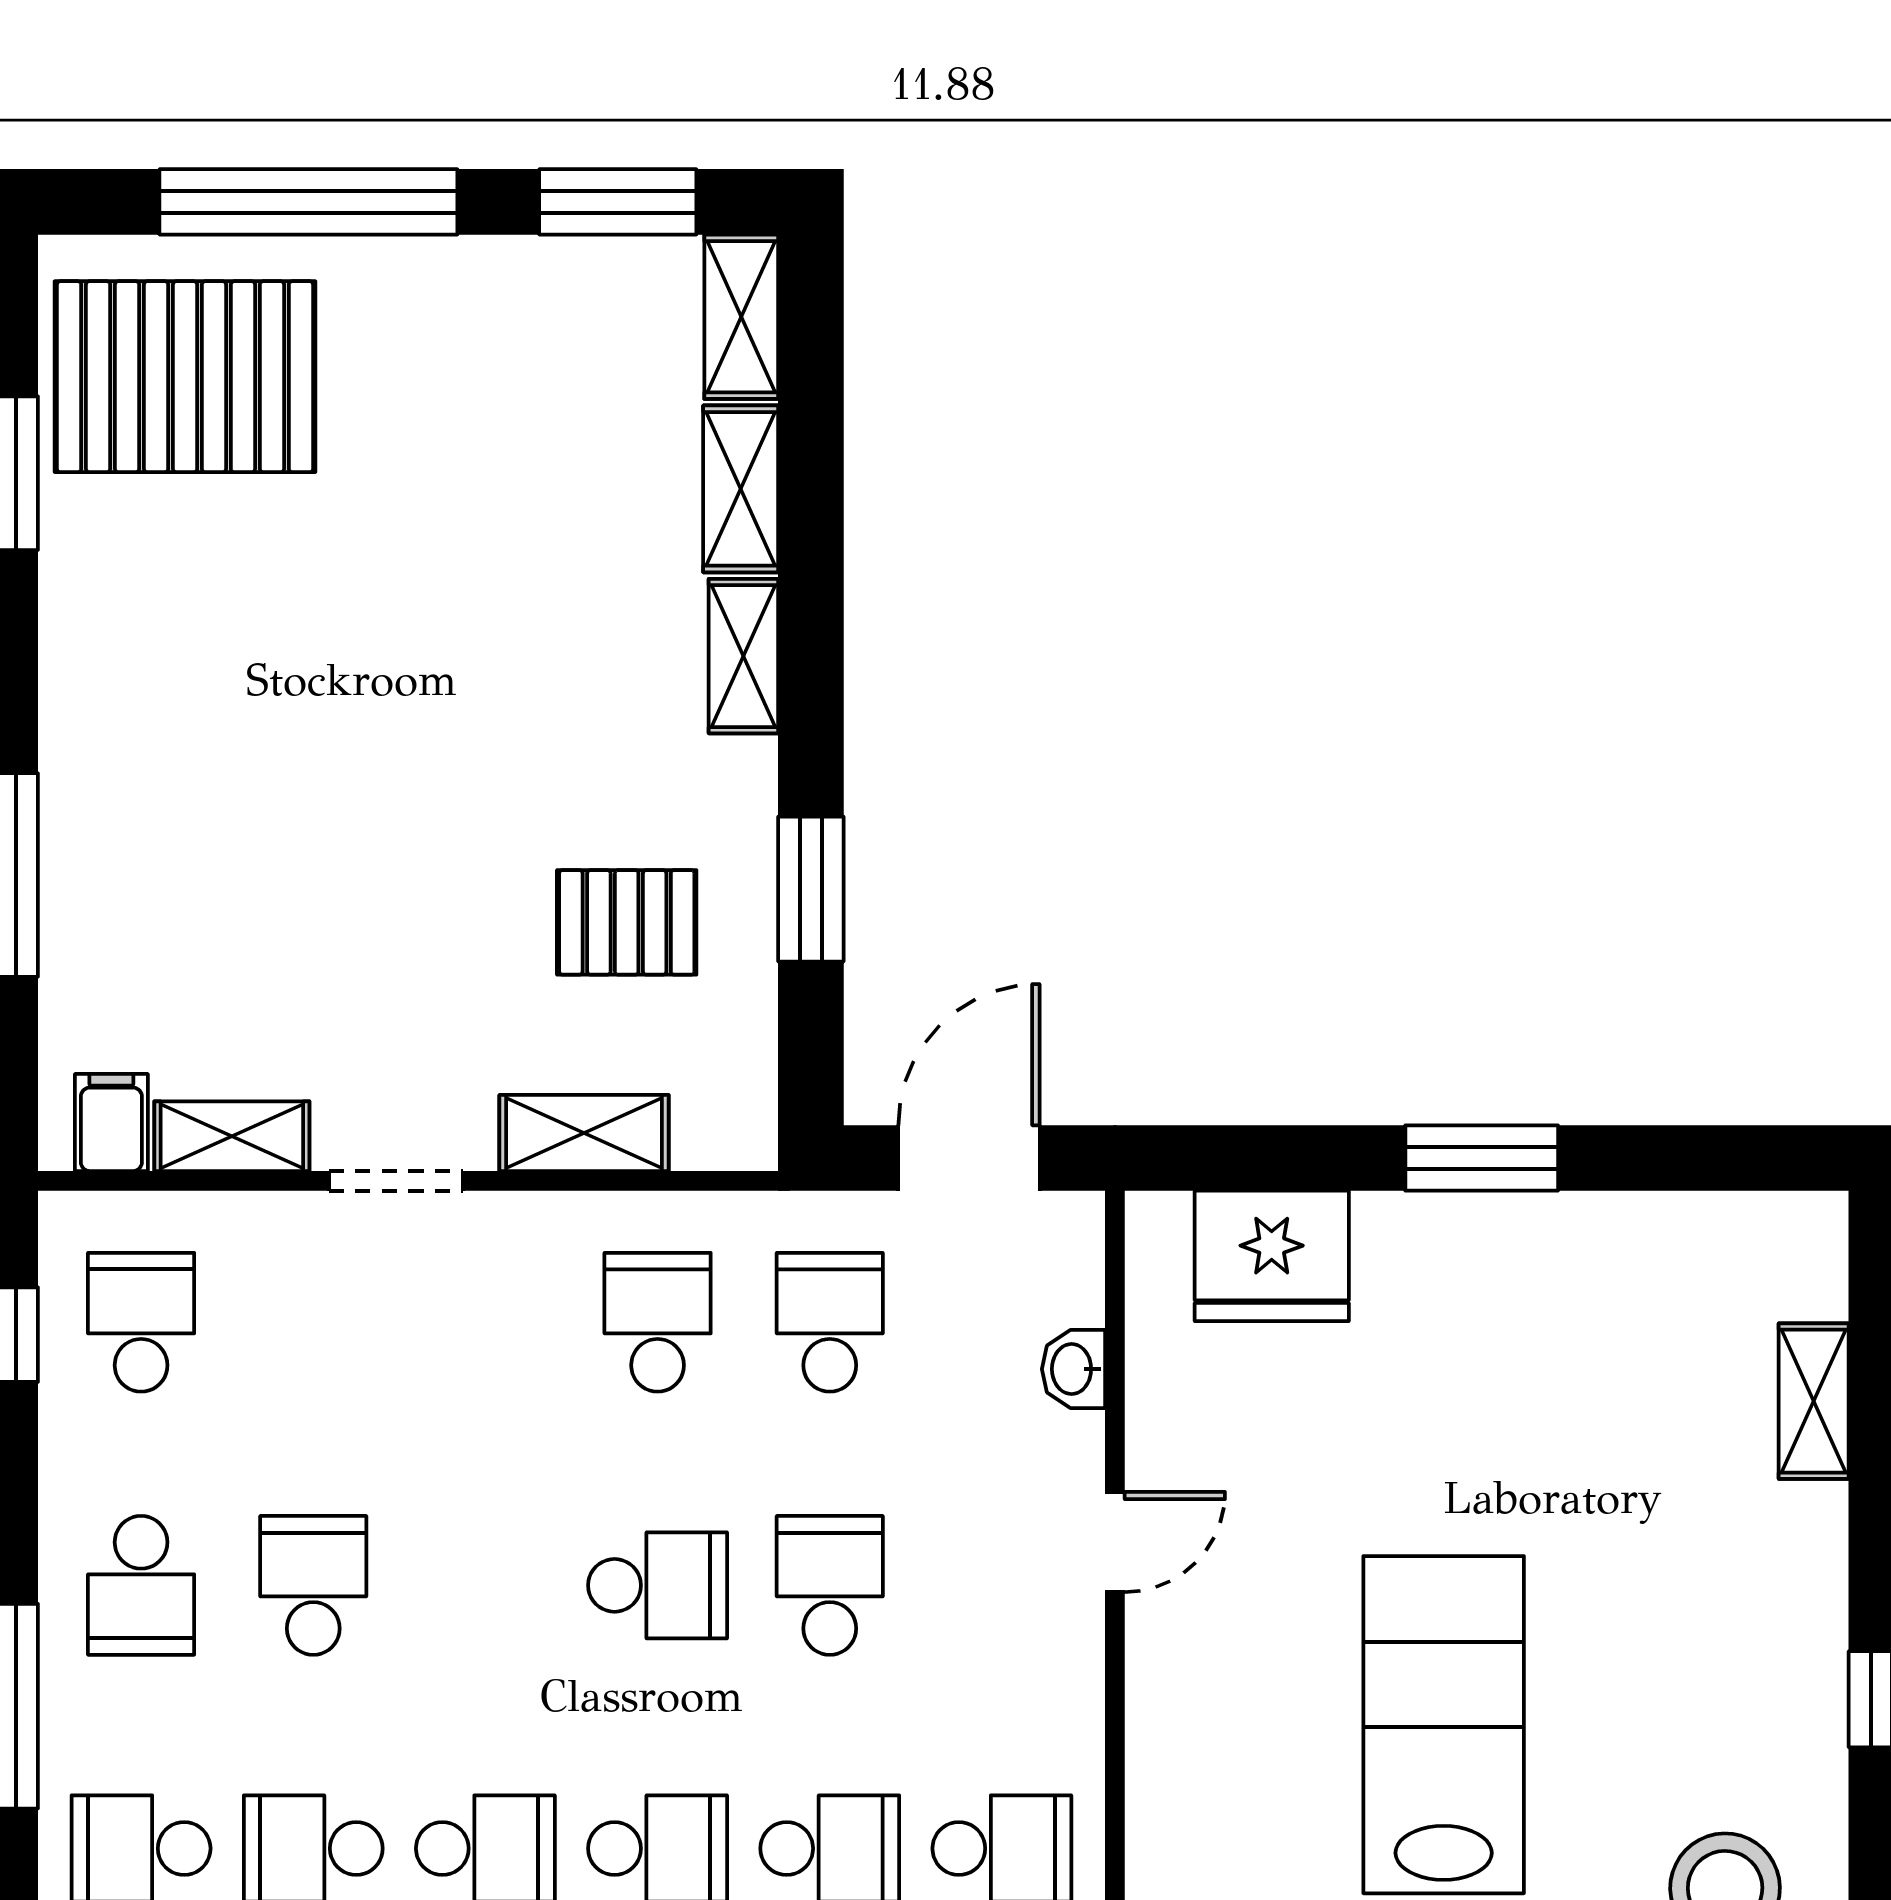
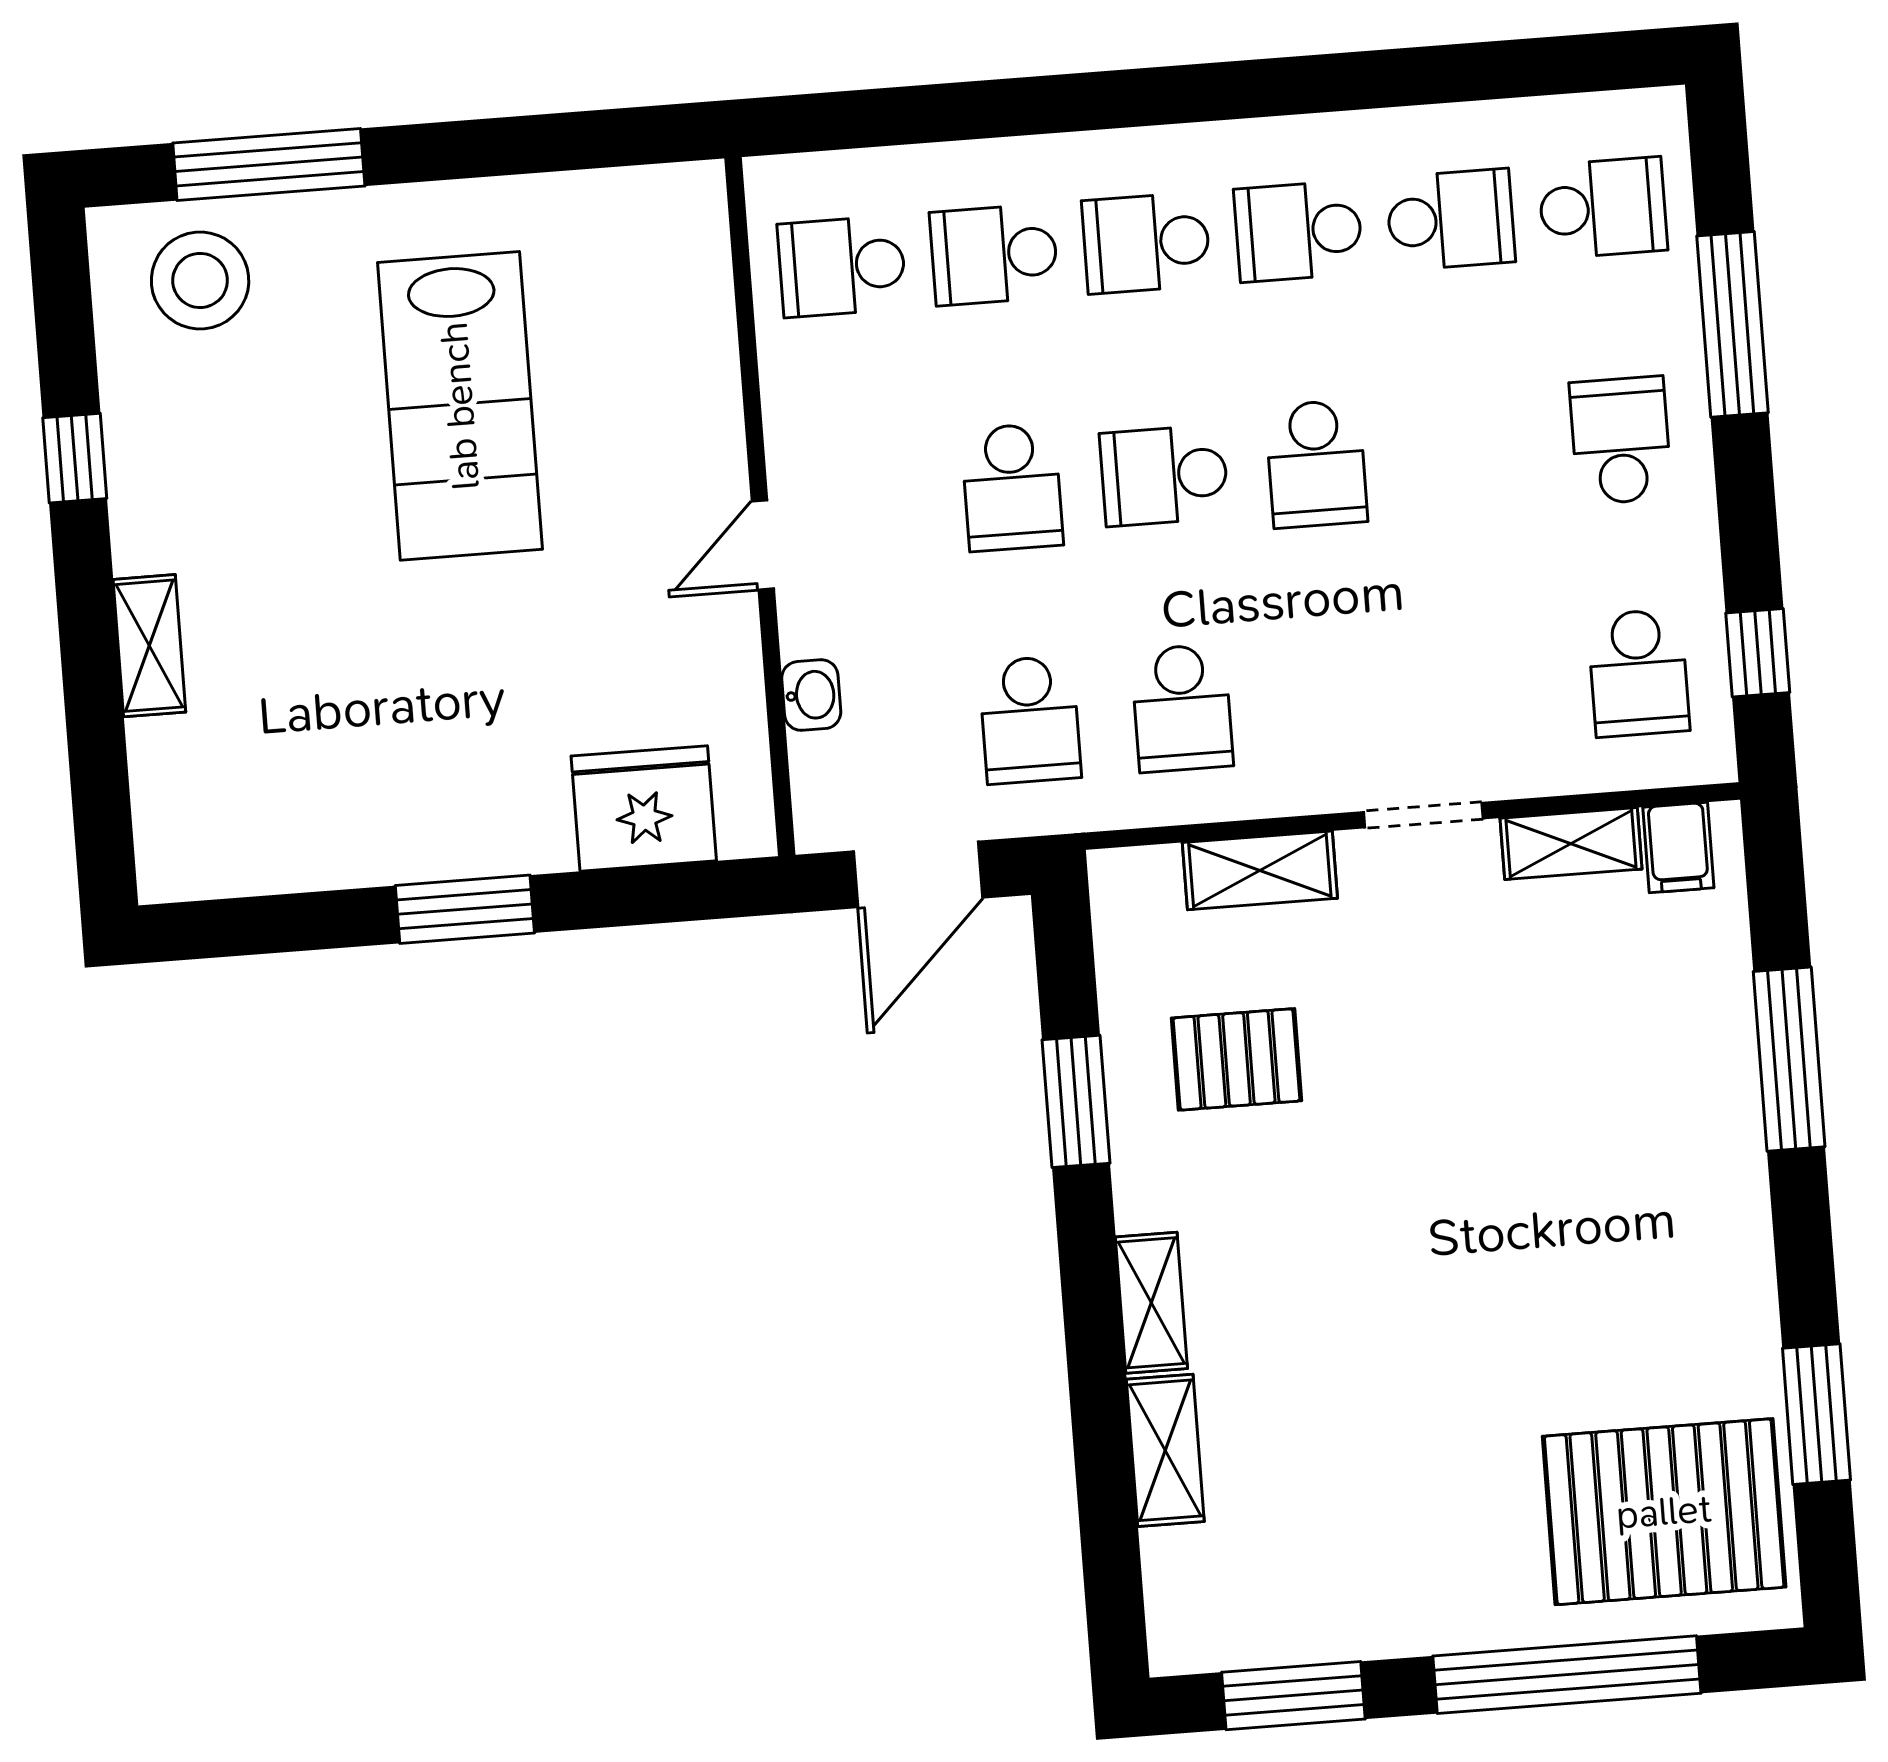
shelving: (741, 317) -> (1176, 1602), removed
shelving: (1814, 1401) -> (149, 646), moved
school desk: (313, 1585) -> (1316, 464), moved

